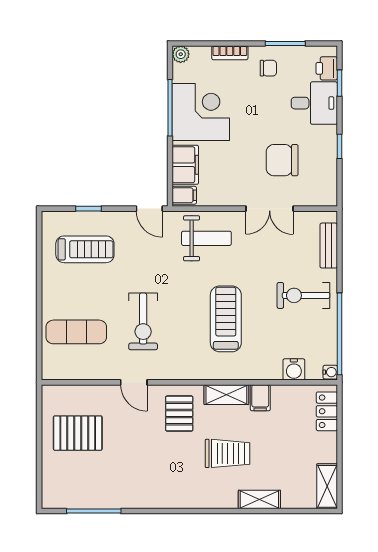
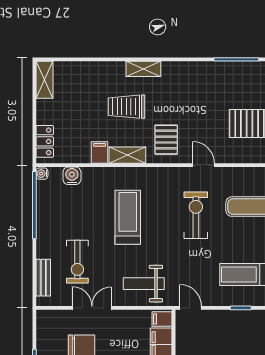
exercise bike: (303, 295) -> (77, 262), moved, turned 90
treadmill: (226, 319) -> (128, 217), turned 180
shelving: (259, 499) -> (143, 69), moved

